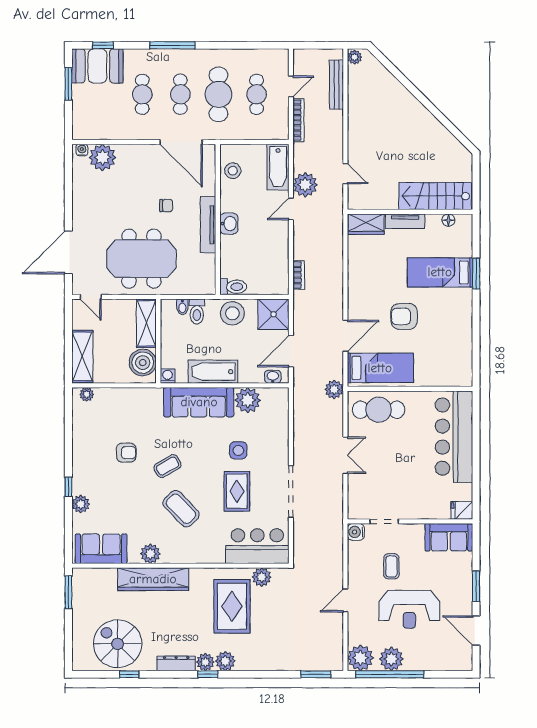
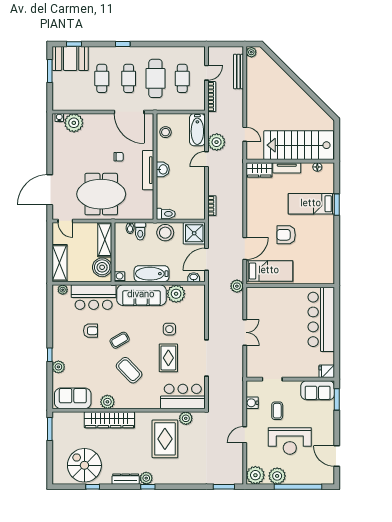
window: (172, 45) -> (123, 44), width x0.46
stairs: (435, 196) -> (299, 145), width x1.36, depth x1.51
bar counter: (131, 405) -> (94, 297), added
cafe table: (379, 410) -> (268, 300), removed
water cooler: (356, 532) -> (252, 403), moved
window: (476, 586) -> (337, 399), moved
plant: (225, 661) -> (160, 477), removed
window: (390, 674) -> (298, 487), moved

